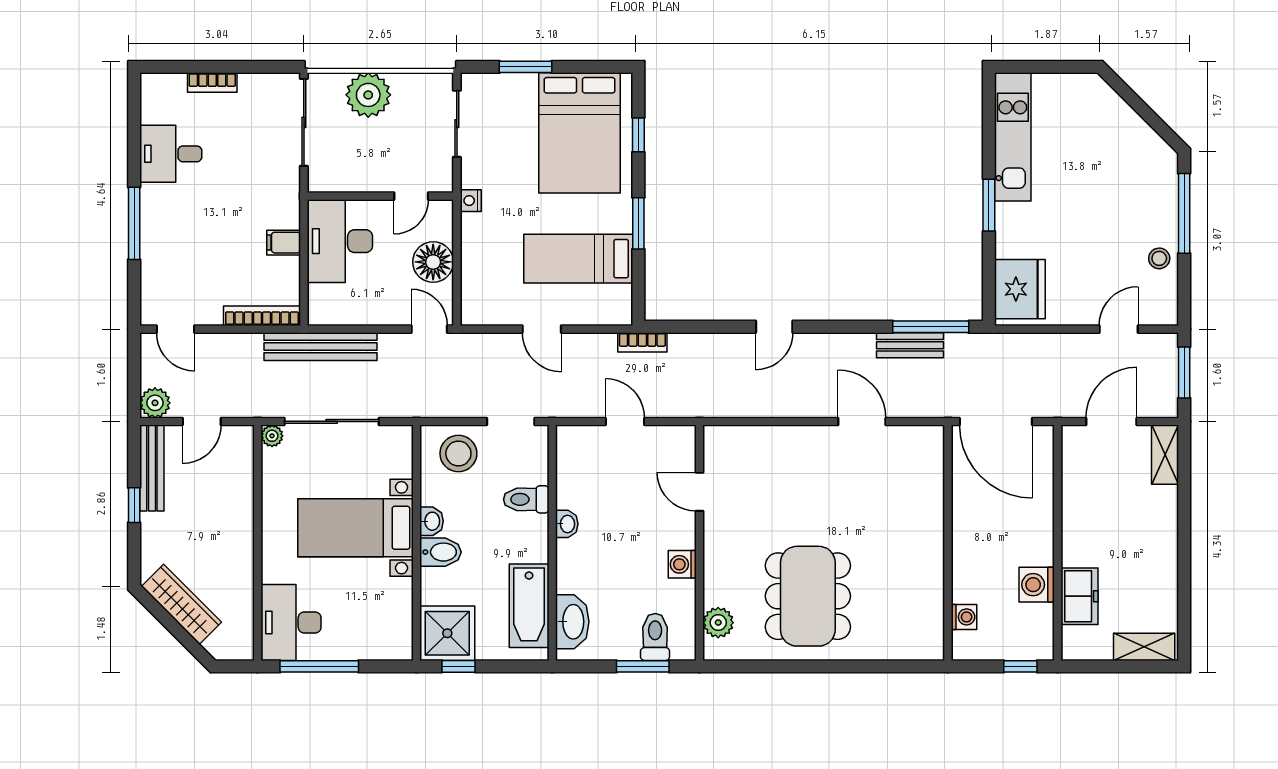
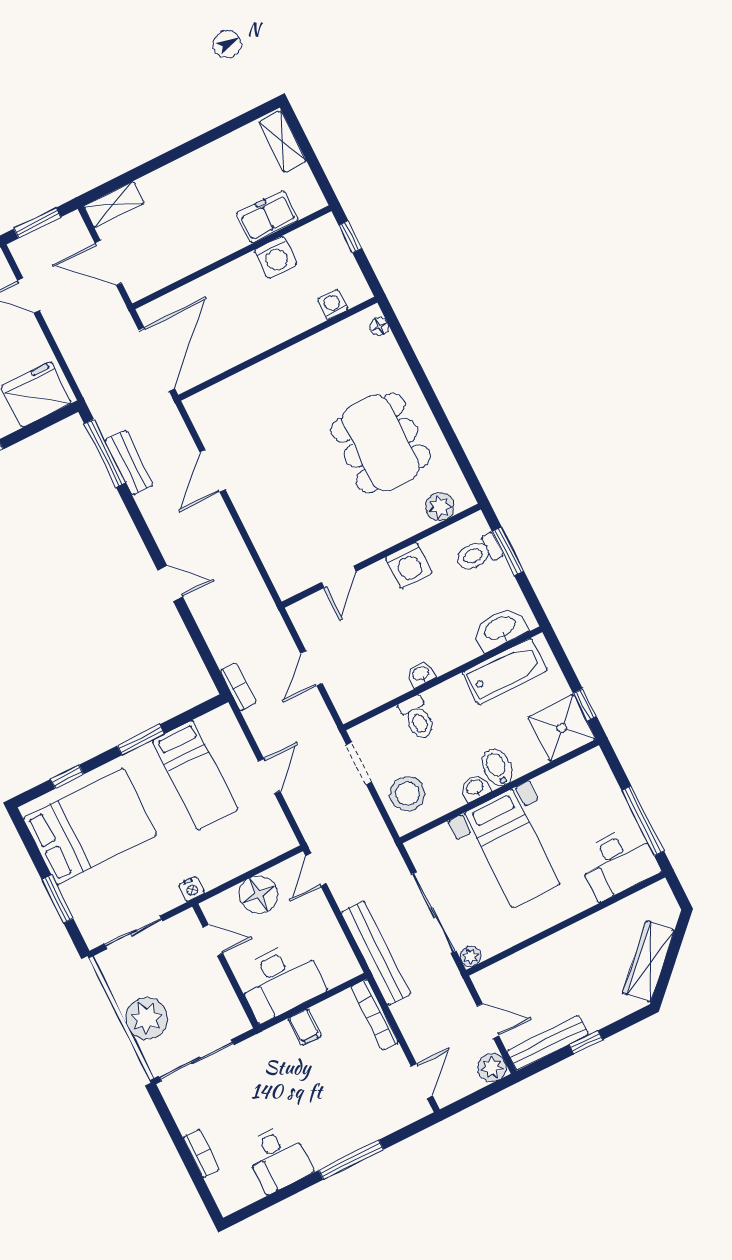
washing machine: (682, 564) -> (409, 565), width x1.38, depth x1.38
dining table: (808, 596) -> (381, 443), turned 90
floor lamp: (920, 651) -> (379, 326), added

